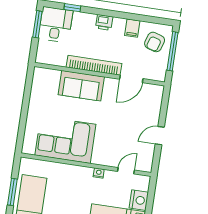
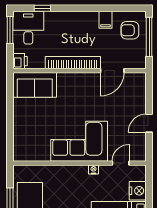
printer: (104, 22) -> (20, 61), moved, turned -90
armchair: (155, 42) -> (130, 30), turned 73
sofa: (81, 86) -> (35, 85), moved
corner sofa: (65, 140) -> (79, 141), moved

